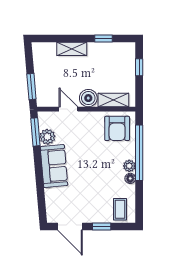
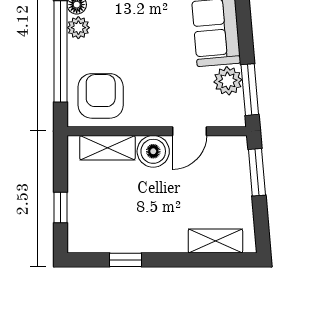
shelving: (72, 49) -> (215, 241), moved
door: (68, 109) -> (190, 131), hinge flipped

